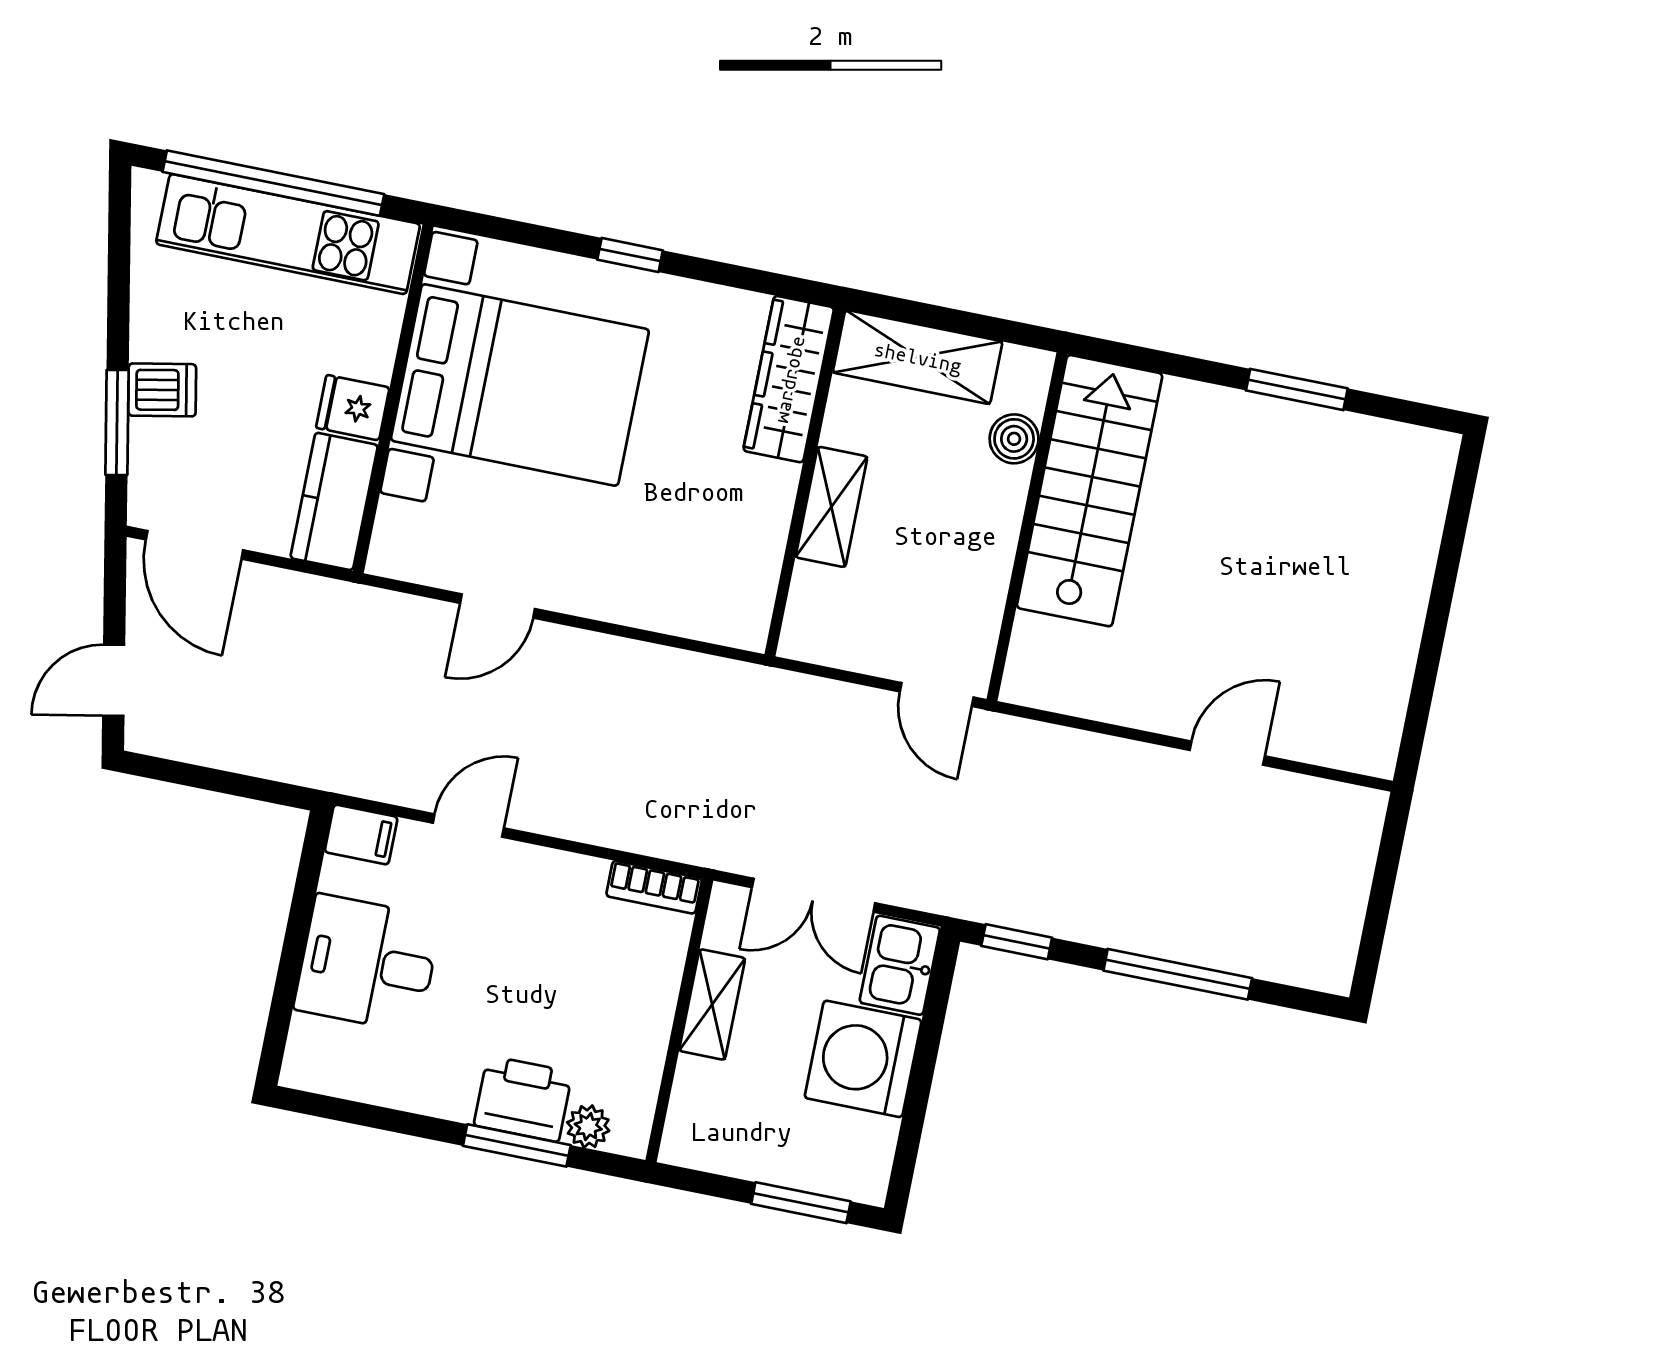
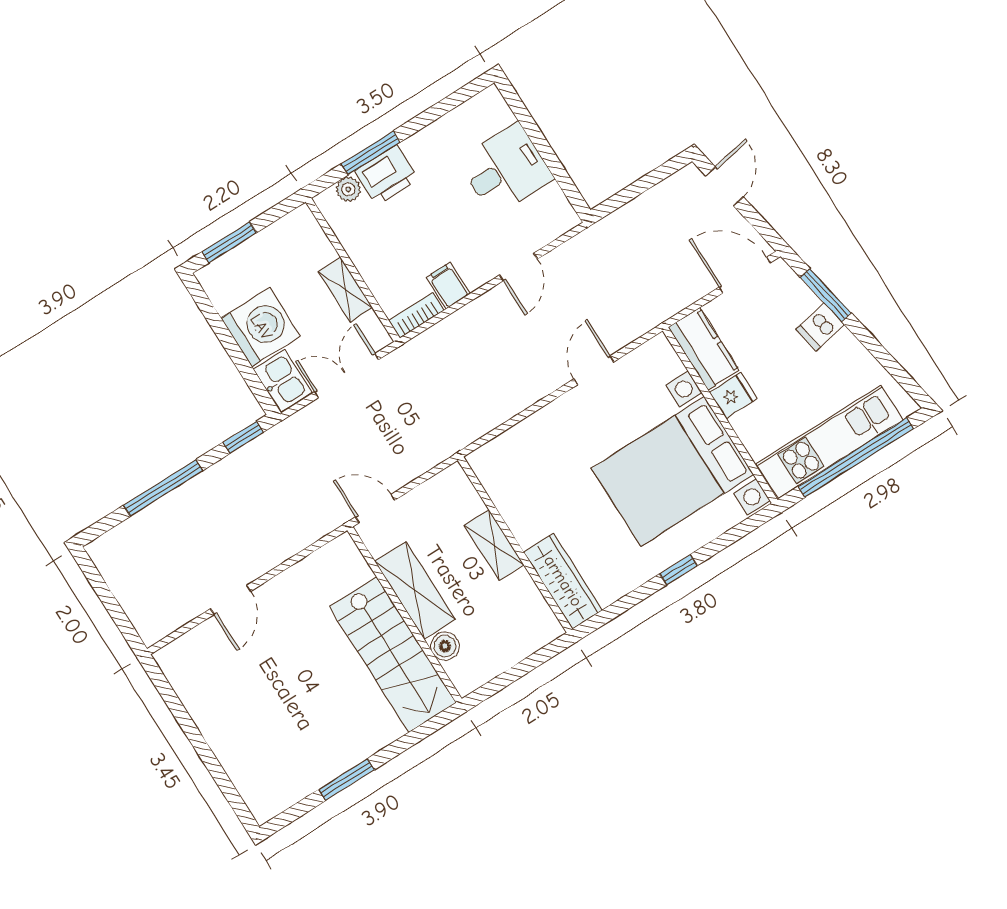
shelving: (918, 357) -> (415, 590), moved, turned 90
filing cabinet: (361, 835) -> (448, 285), moved, turned 90

